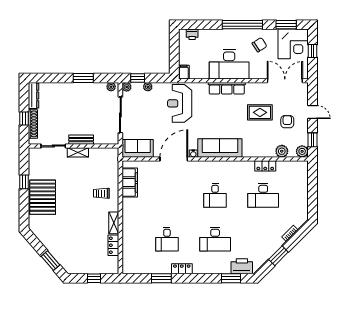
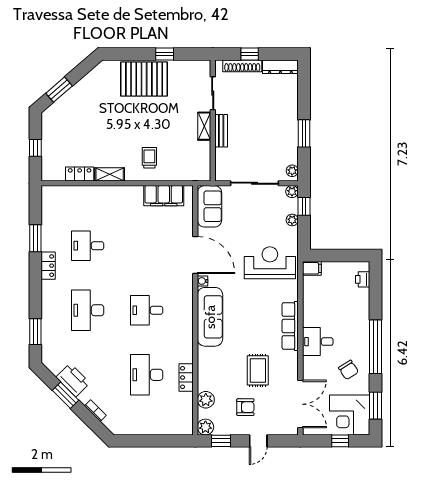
desk: (229, 64) -> (318, 342), width x0.53, depth x0.77
printer: (242, 266) -> (73, 380), moved, turned -45

